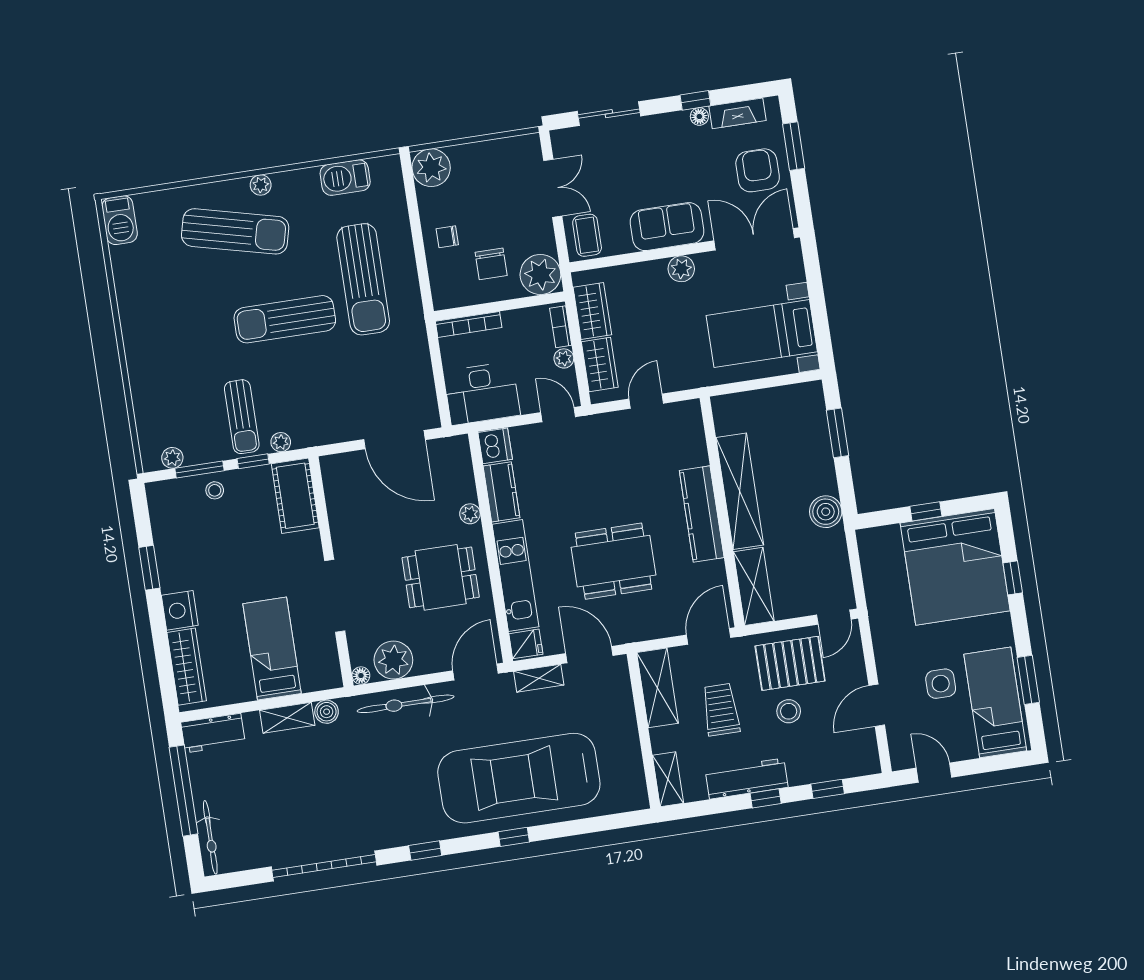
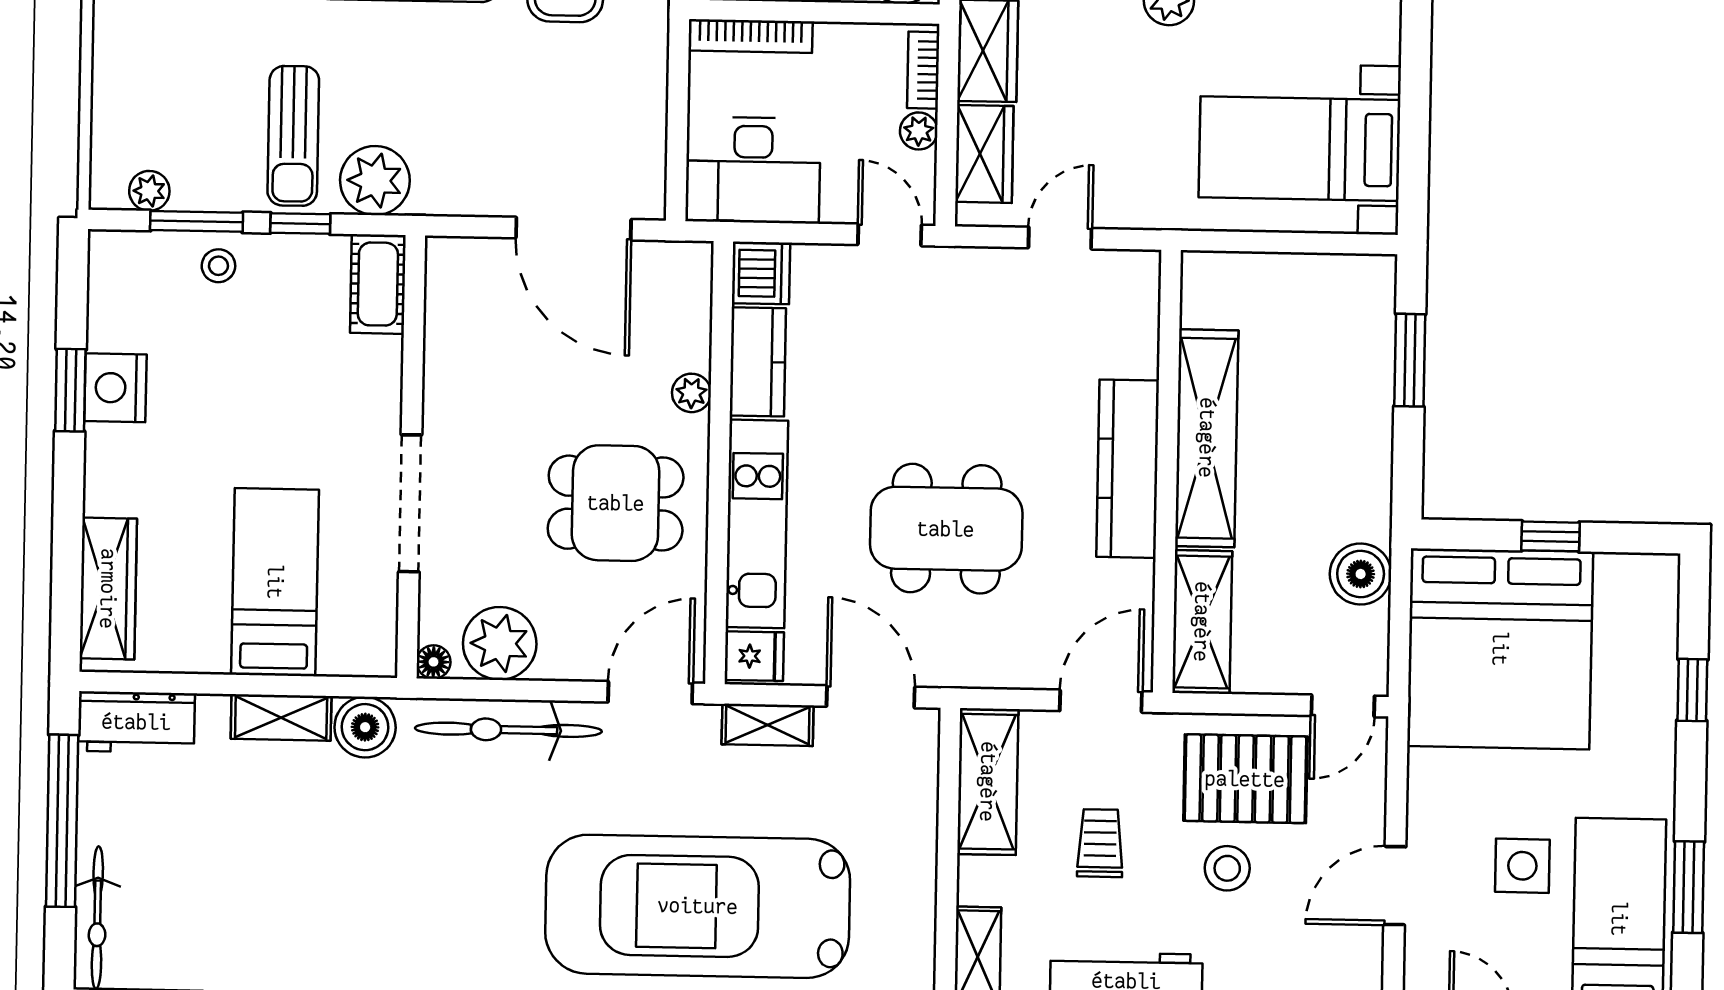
plant: (281, 442) -> (375, 181), width x1.87, depth x1.87
cot: (295, 496) -> (378, 284), width x0.73, depth x0.75
boiler: (826, 512) -> (1361, 574), moved
bed: (955, 567) -> (1500, 649), moved
nightstand: (180, 610) -> (115, 388), moved
trolley: (721, 710) -> (1100, 843), width x0.73, depth x0.72
boiler: (327, 712) -> (365, 727), width x1.36, depth x1.36

